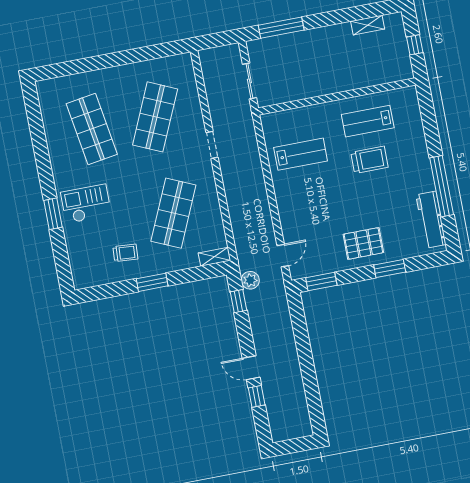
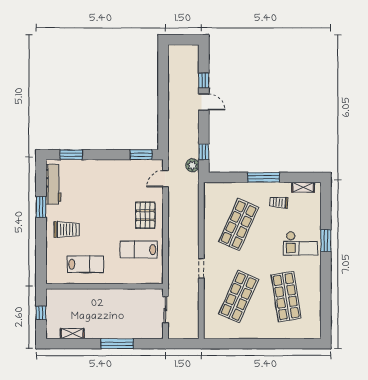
window: (281, 28) -> (117, 344), moved
trolley: (369, 160) -> (67, 230), moved, turned 180
window: (442, 186) -> (41, 207), width x0.47
pallet: (363, 243) -> (145, 215), moved, turned 90
shelving: (215, 257) -> (303, 187), moved
window: (390, 268) -> (71, 155), moved
window: (152, 282) -> (264, 177), width x1.44

